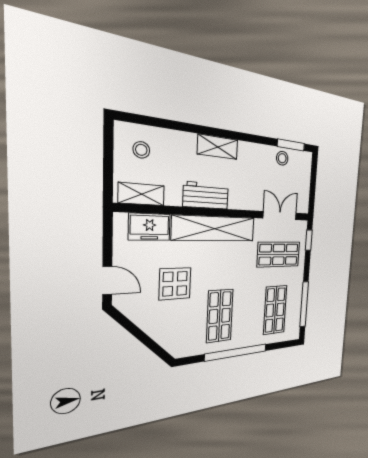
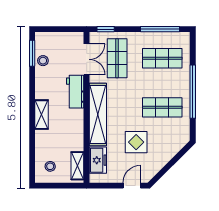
workbench: (206, 195) -> (75, 92), moved
double door: (280, 216) -> (87, 59), swing flipped

